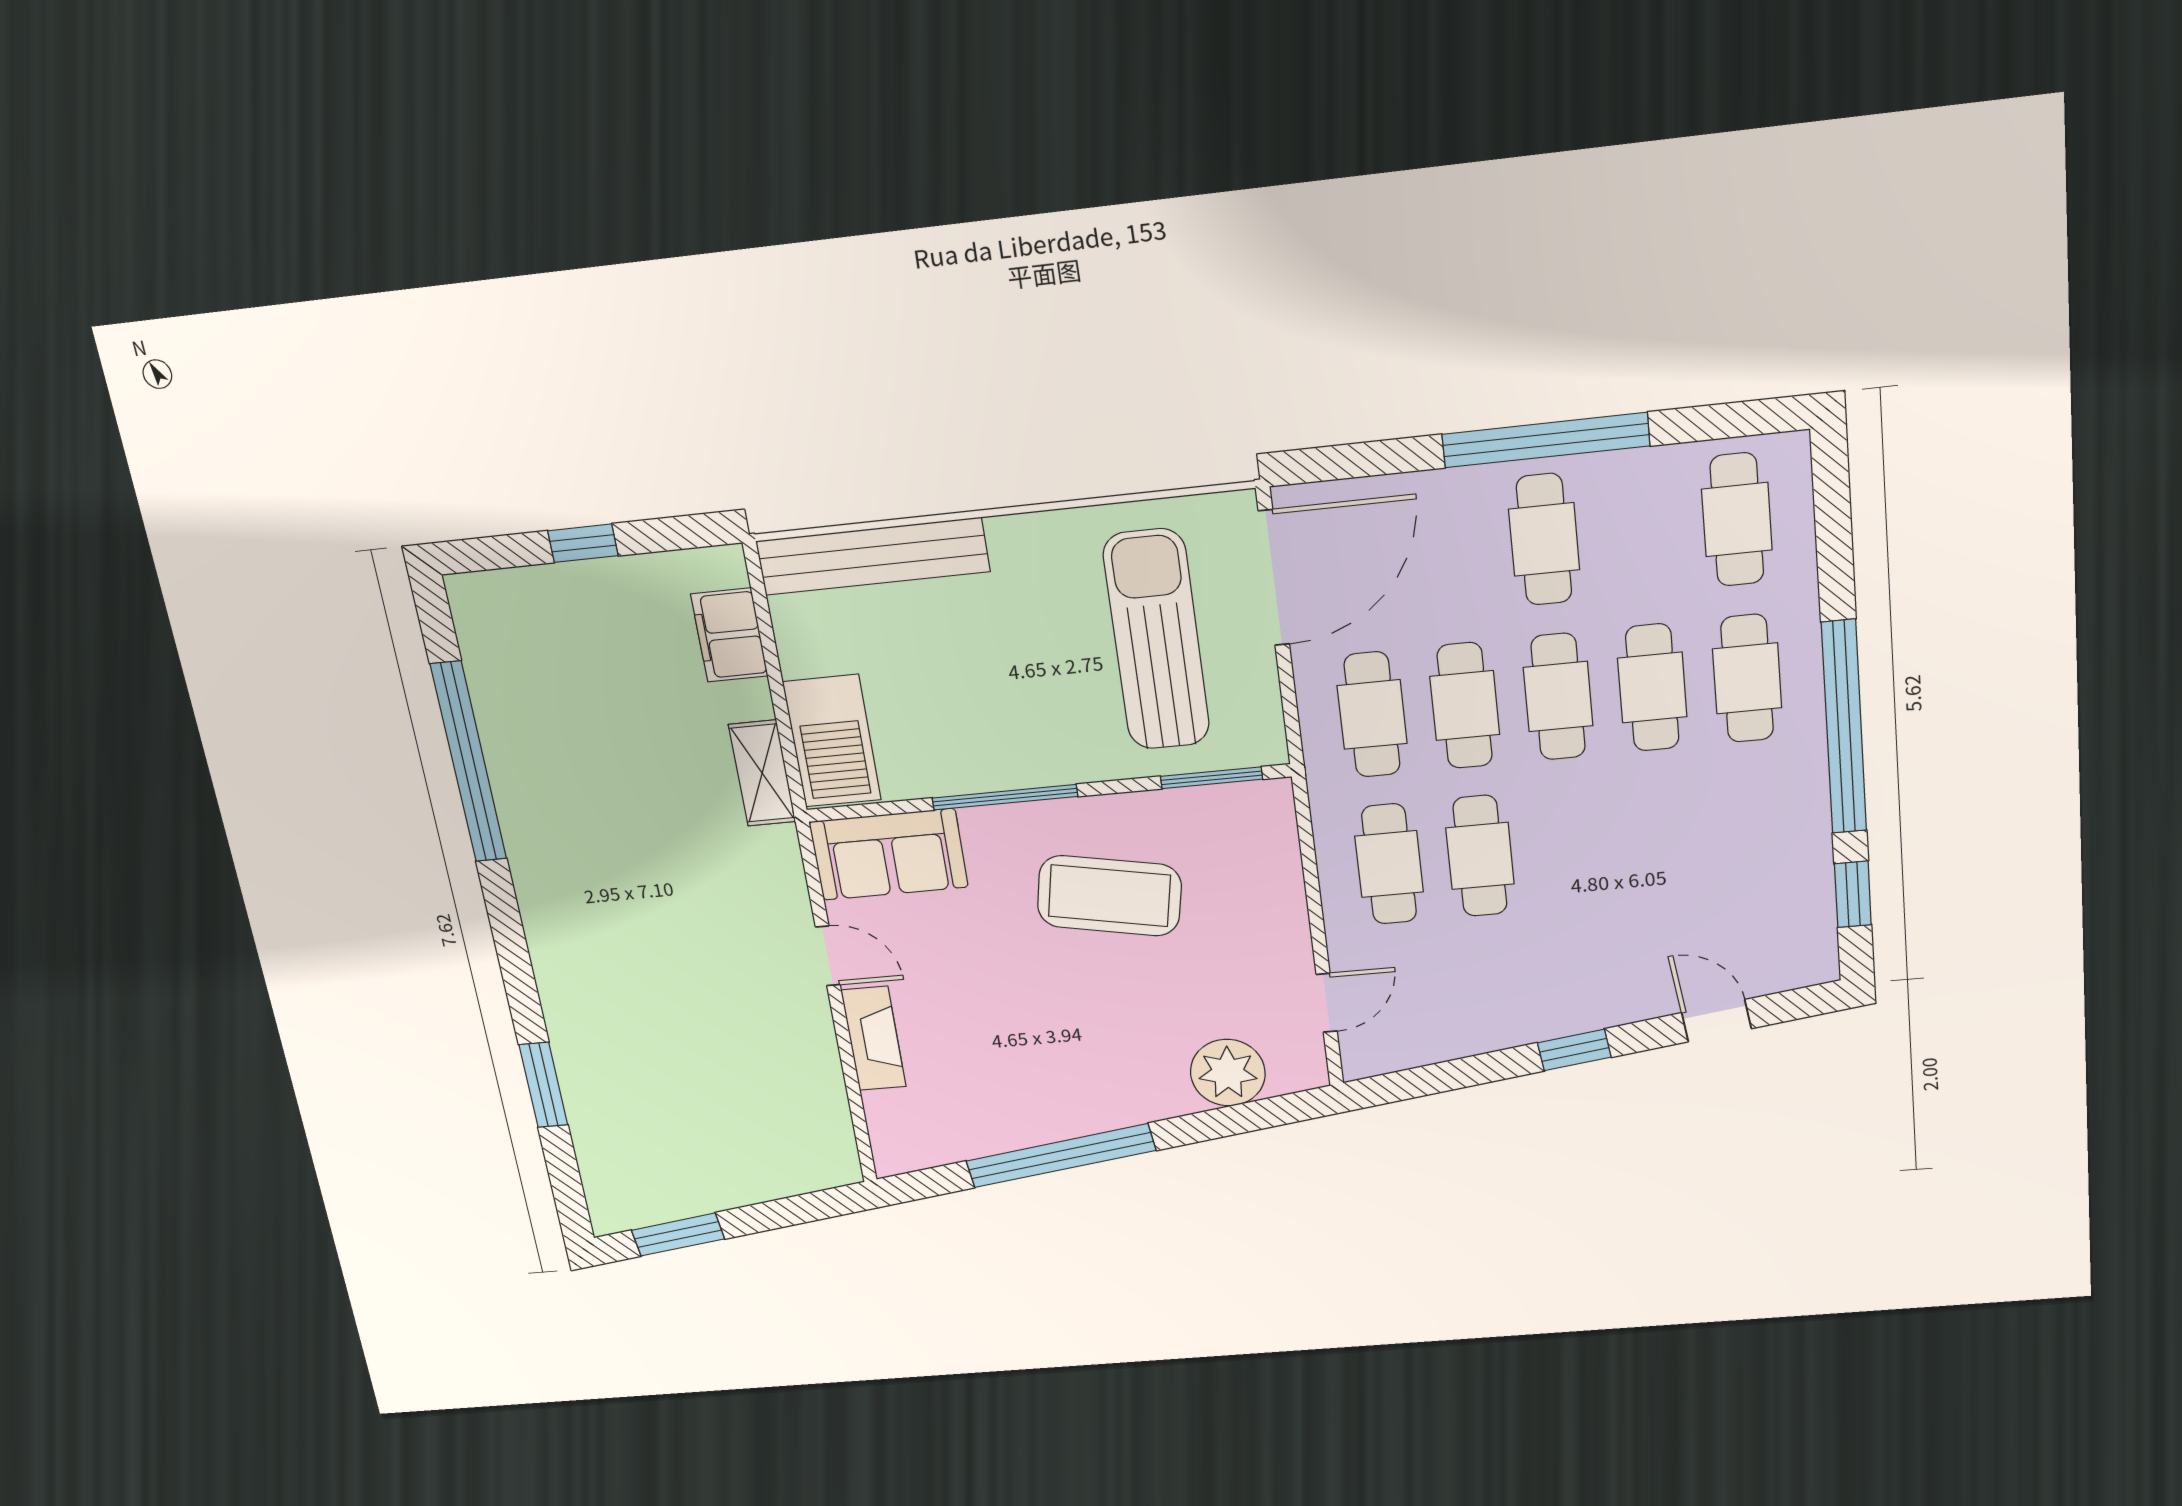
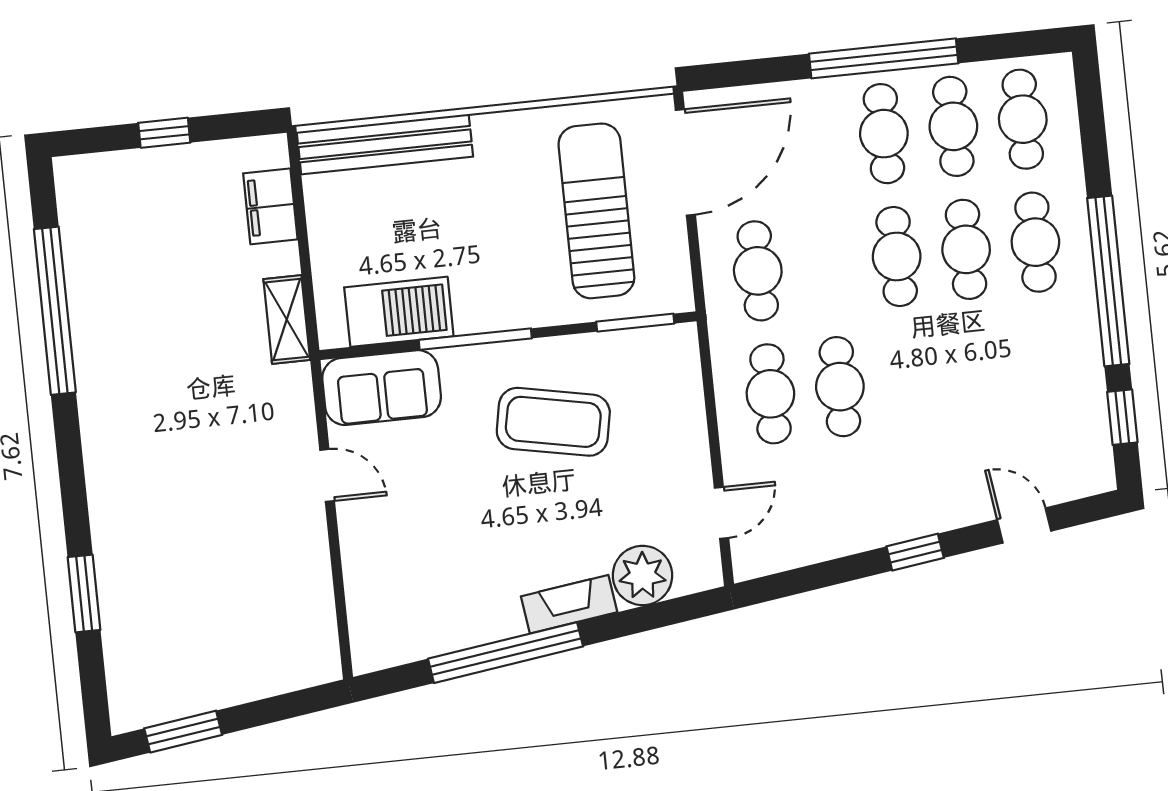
cafe table: (1465, 706) -> (953, 126), moved
barbecue: (832, 741) -> (399, 312), moved, turned -90
fireplace: (874, 1038) -> (569, 604), moved, turned -98

